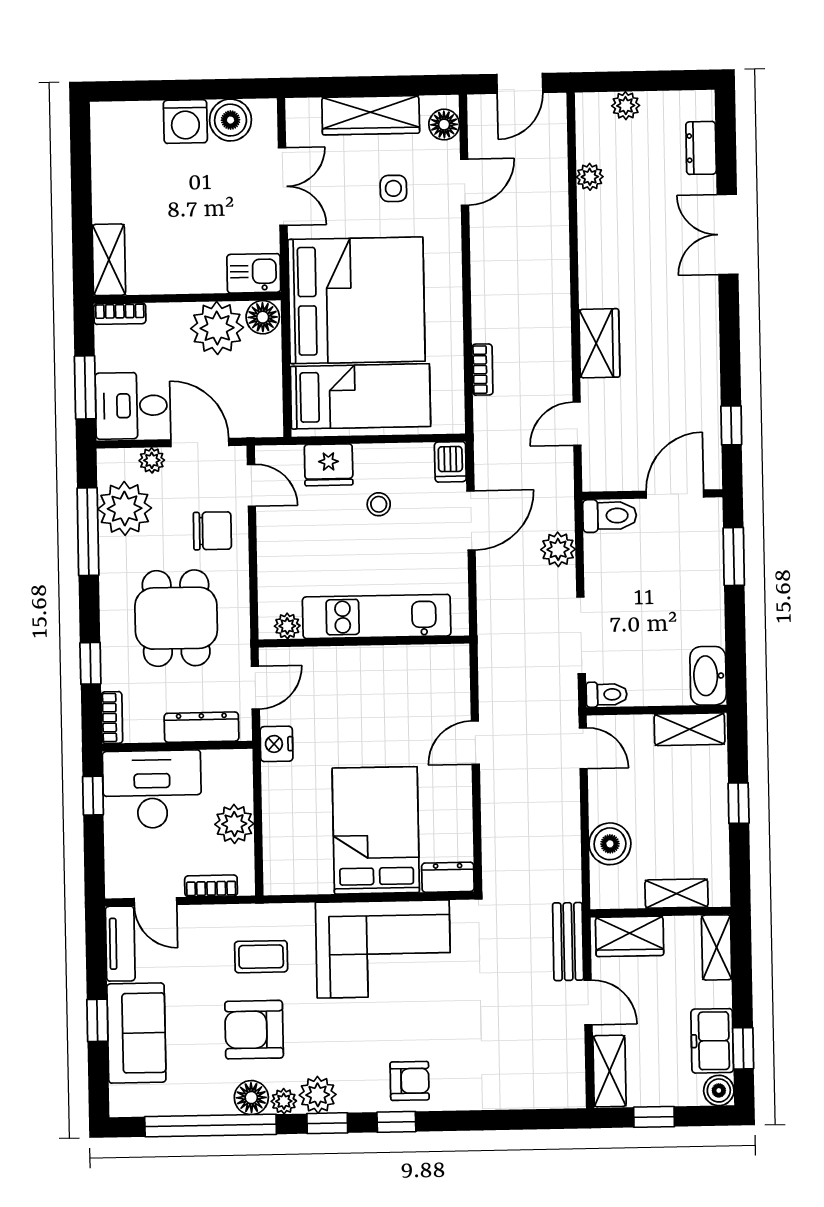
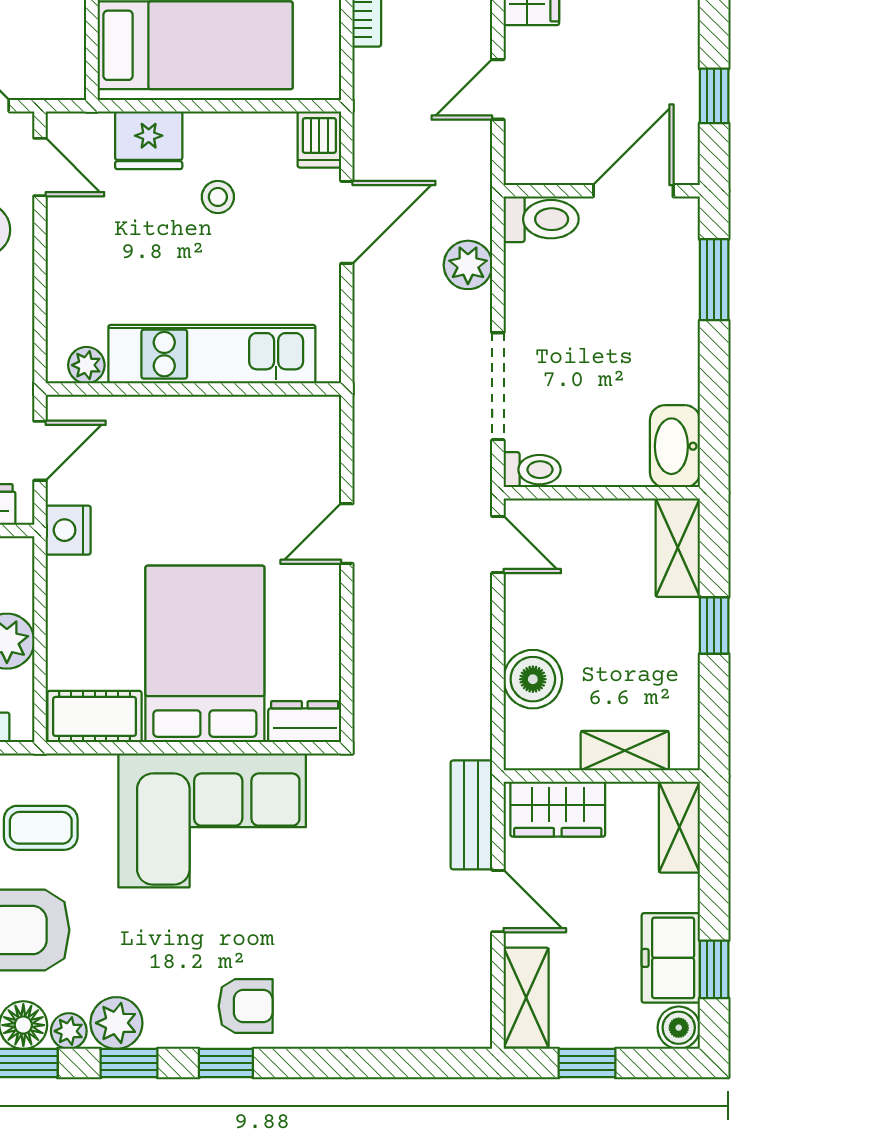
shelving: (690, 729) -> (678, 548), moved, turned 90
cot: (298, 876) -> (95, 716), added

